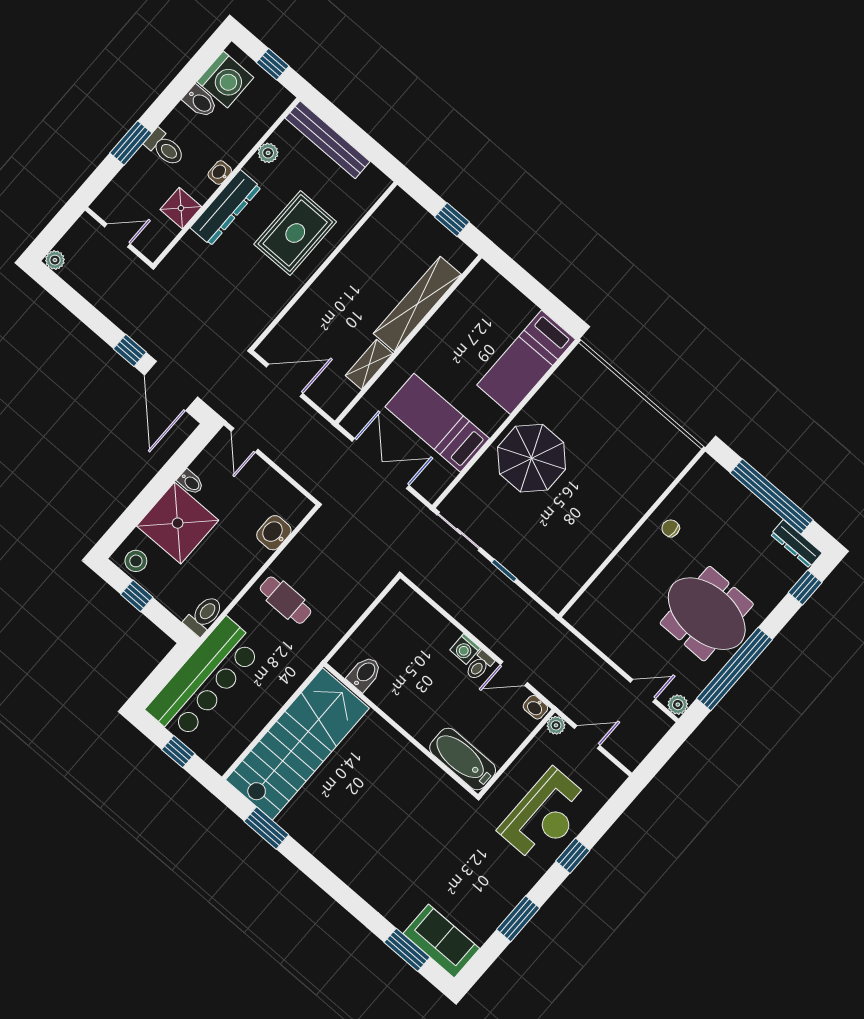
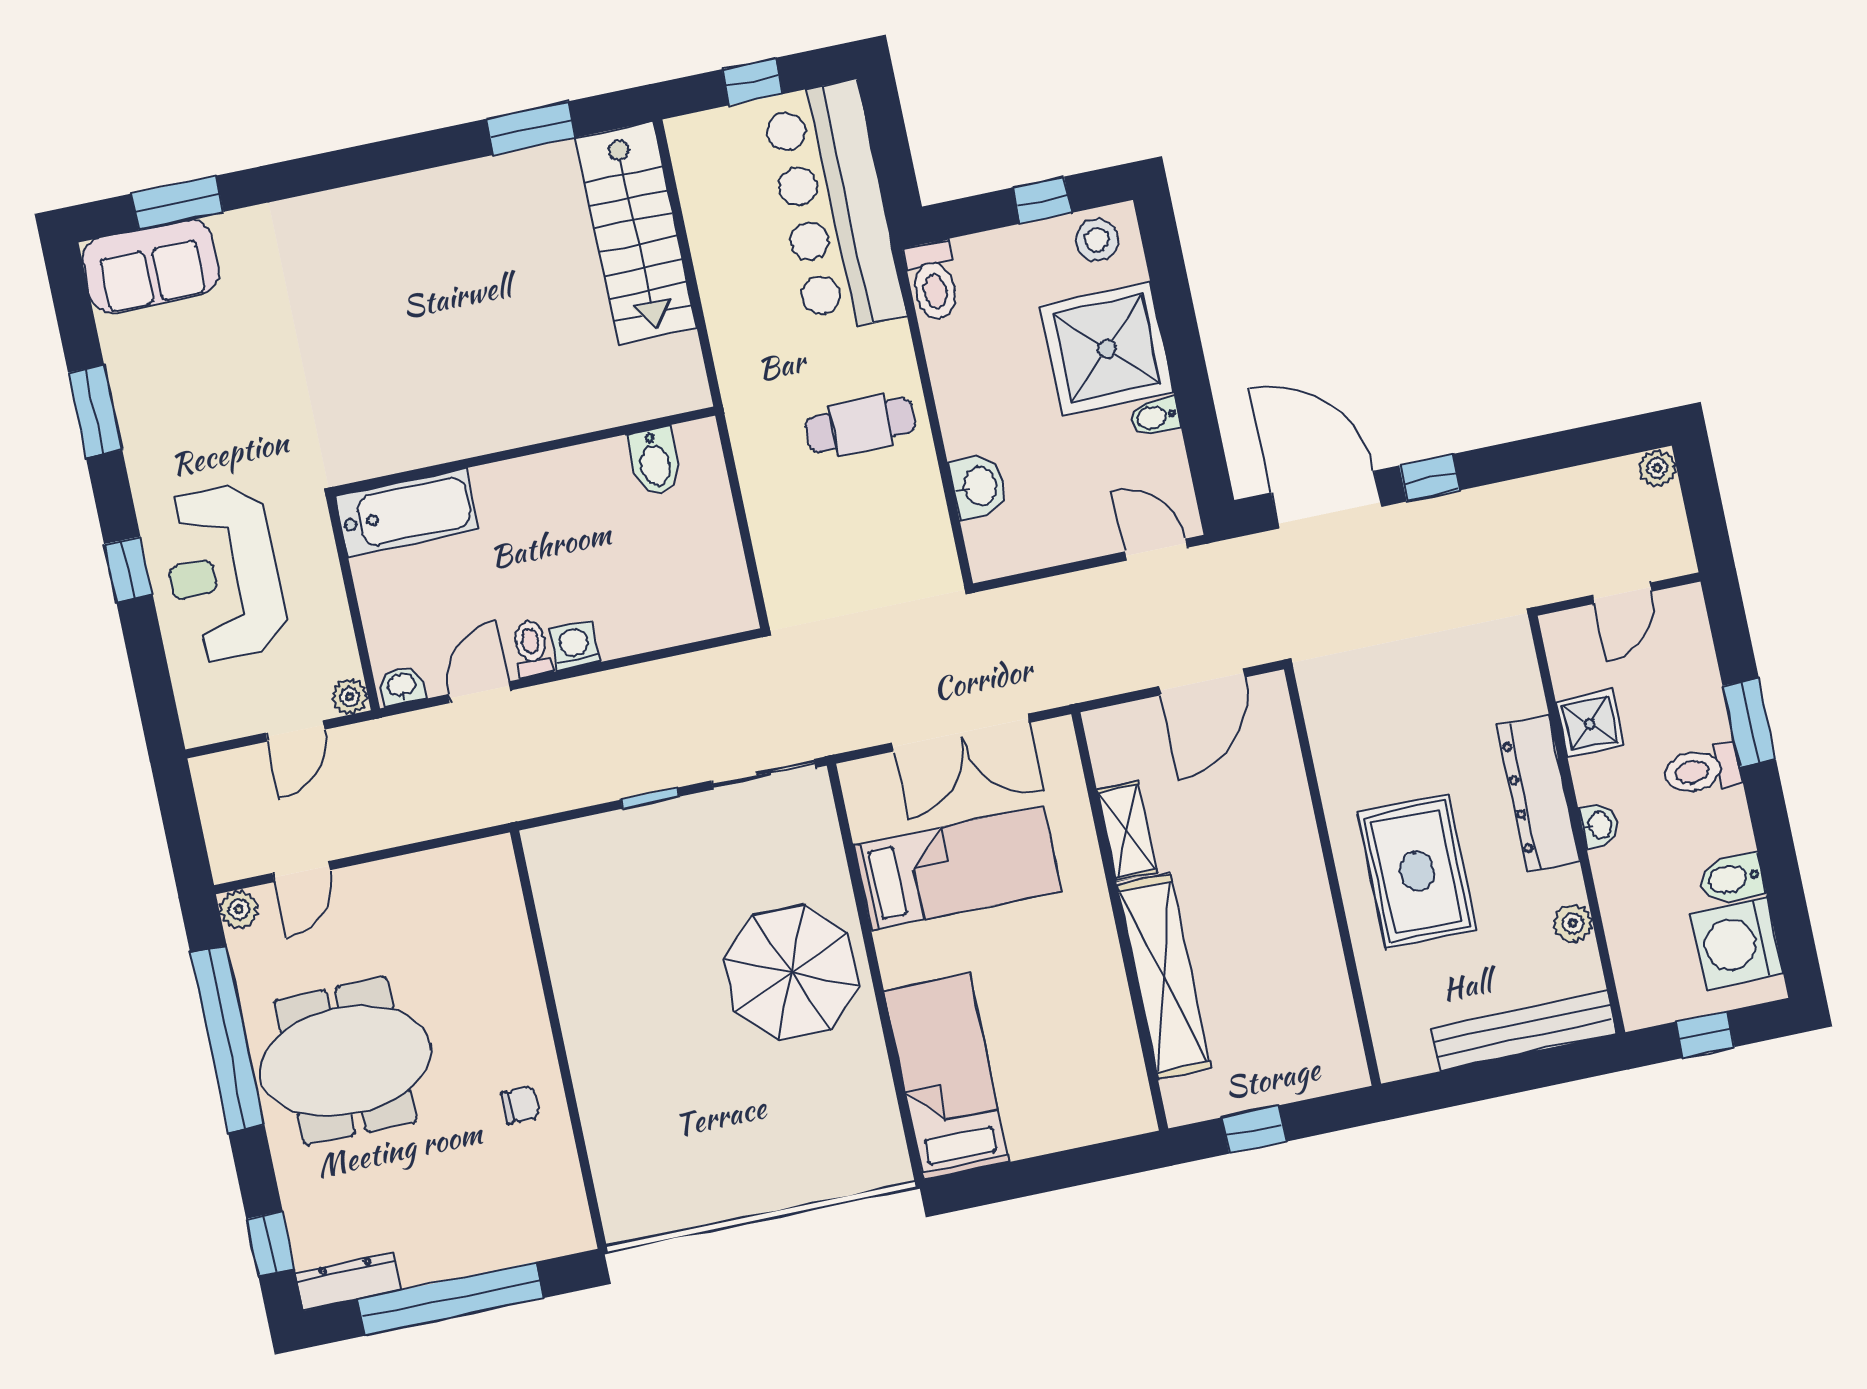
stairs: (297, 744) -> (636, 233), width x0.73, depth x0.66

